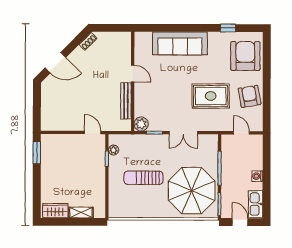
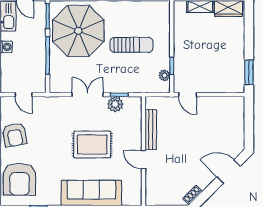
rug: (211, 96) -> (92, 144), moved
plant: (141, 124) -> (115, 104), moved

